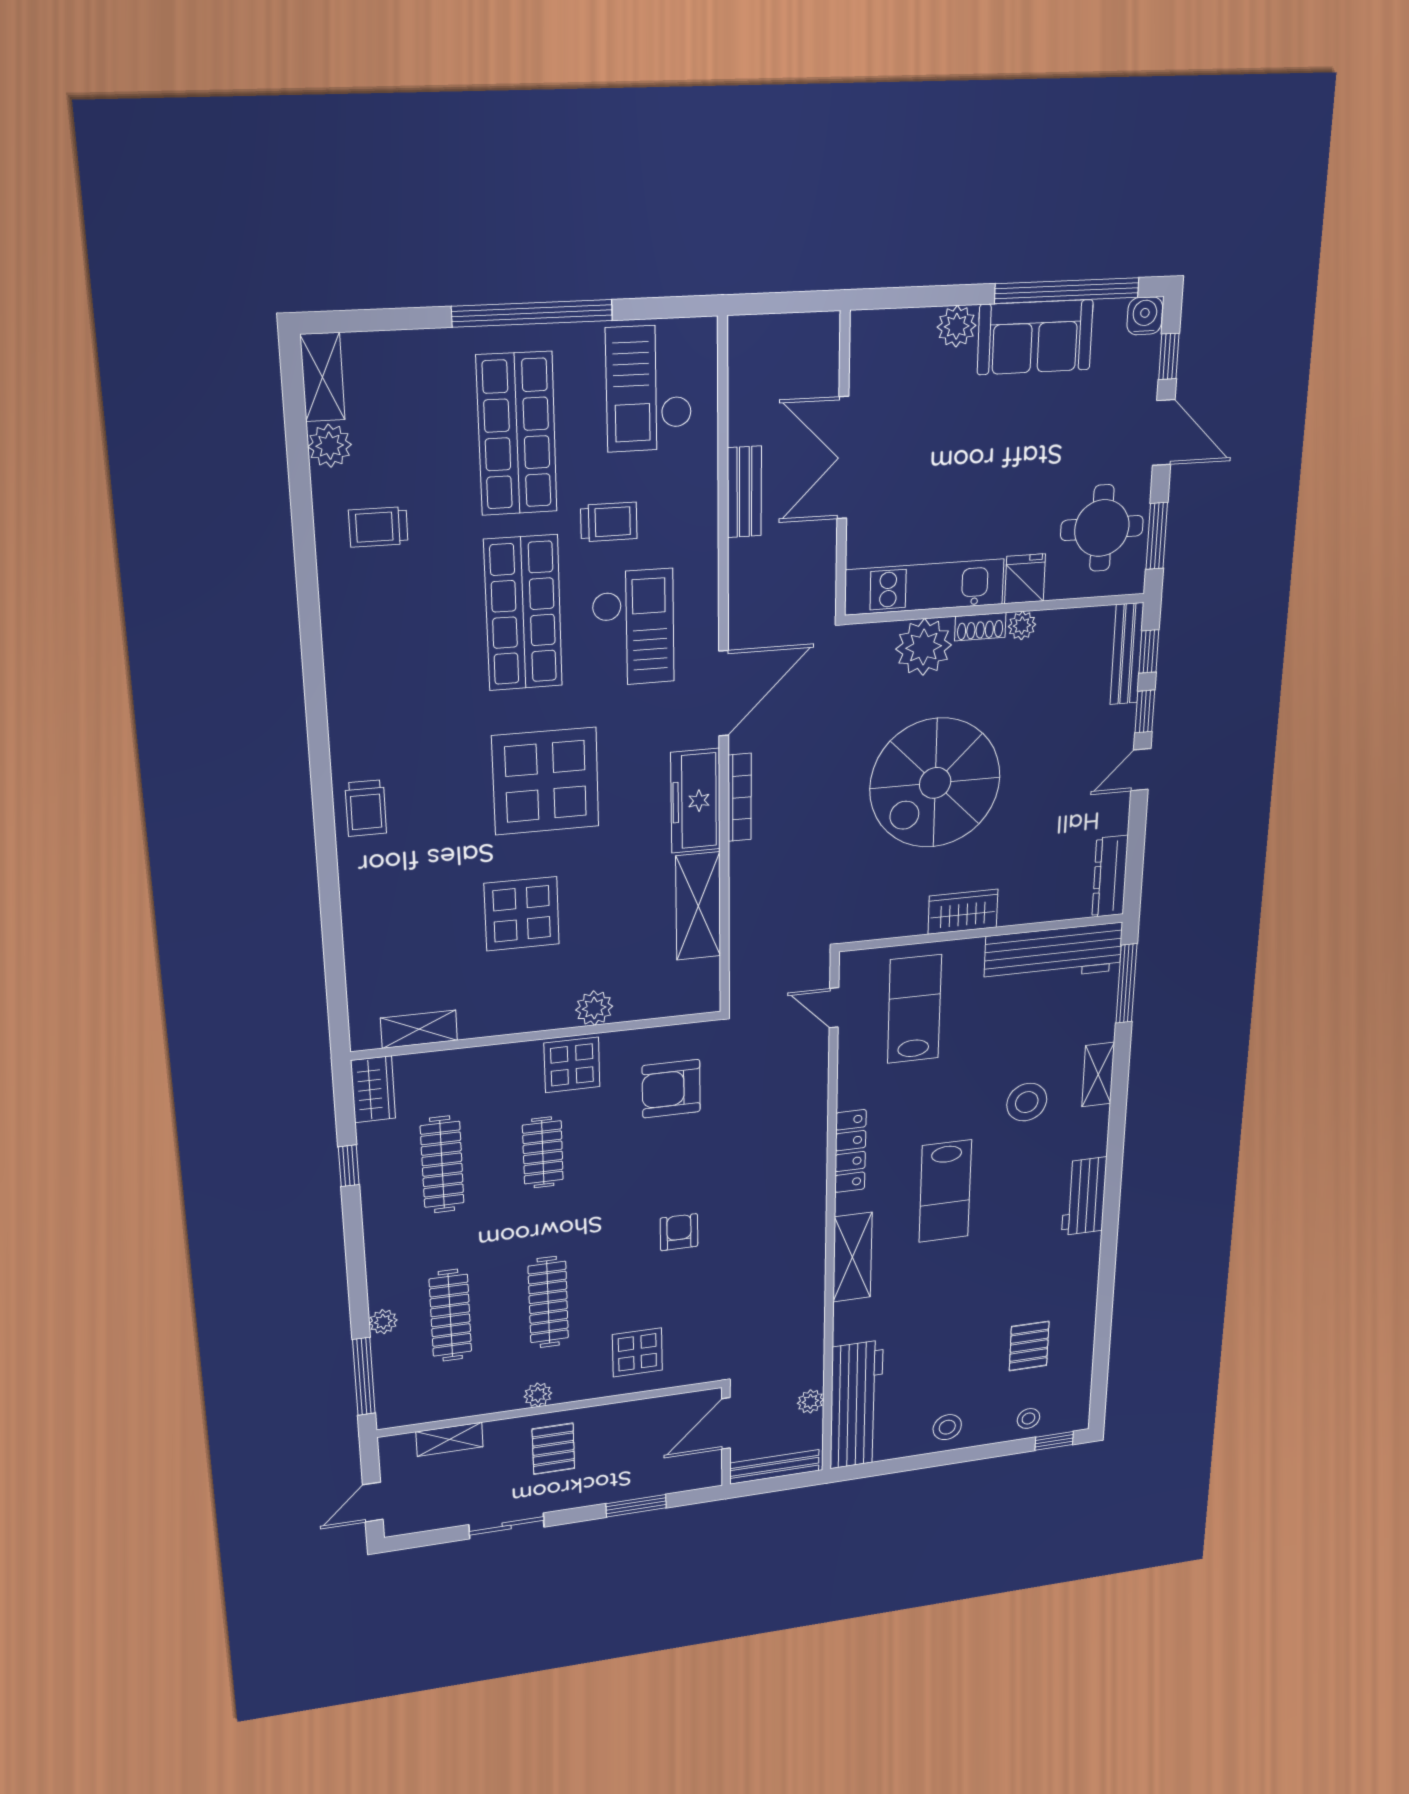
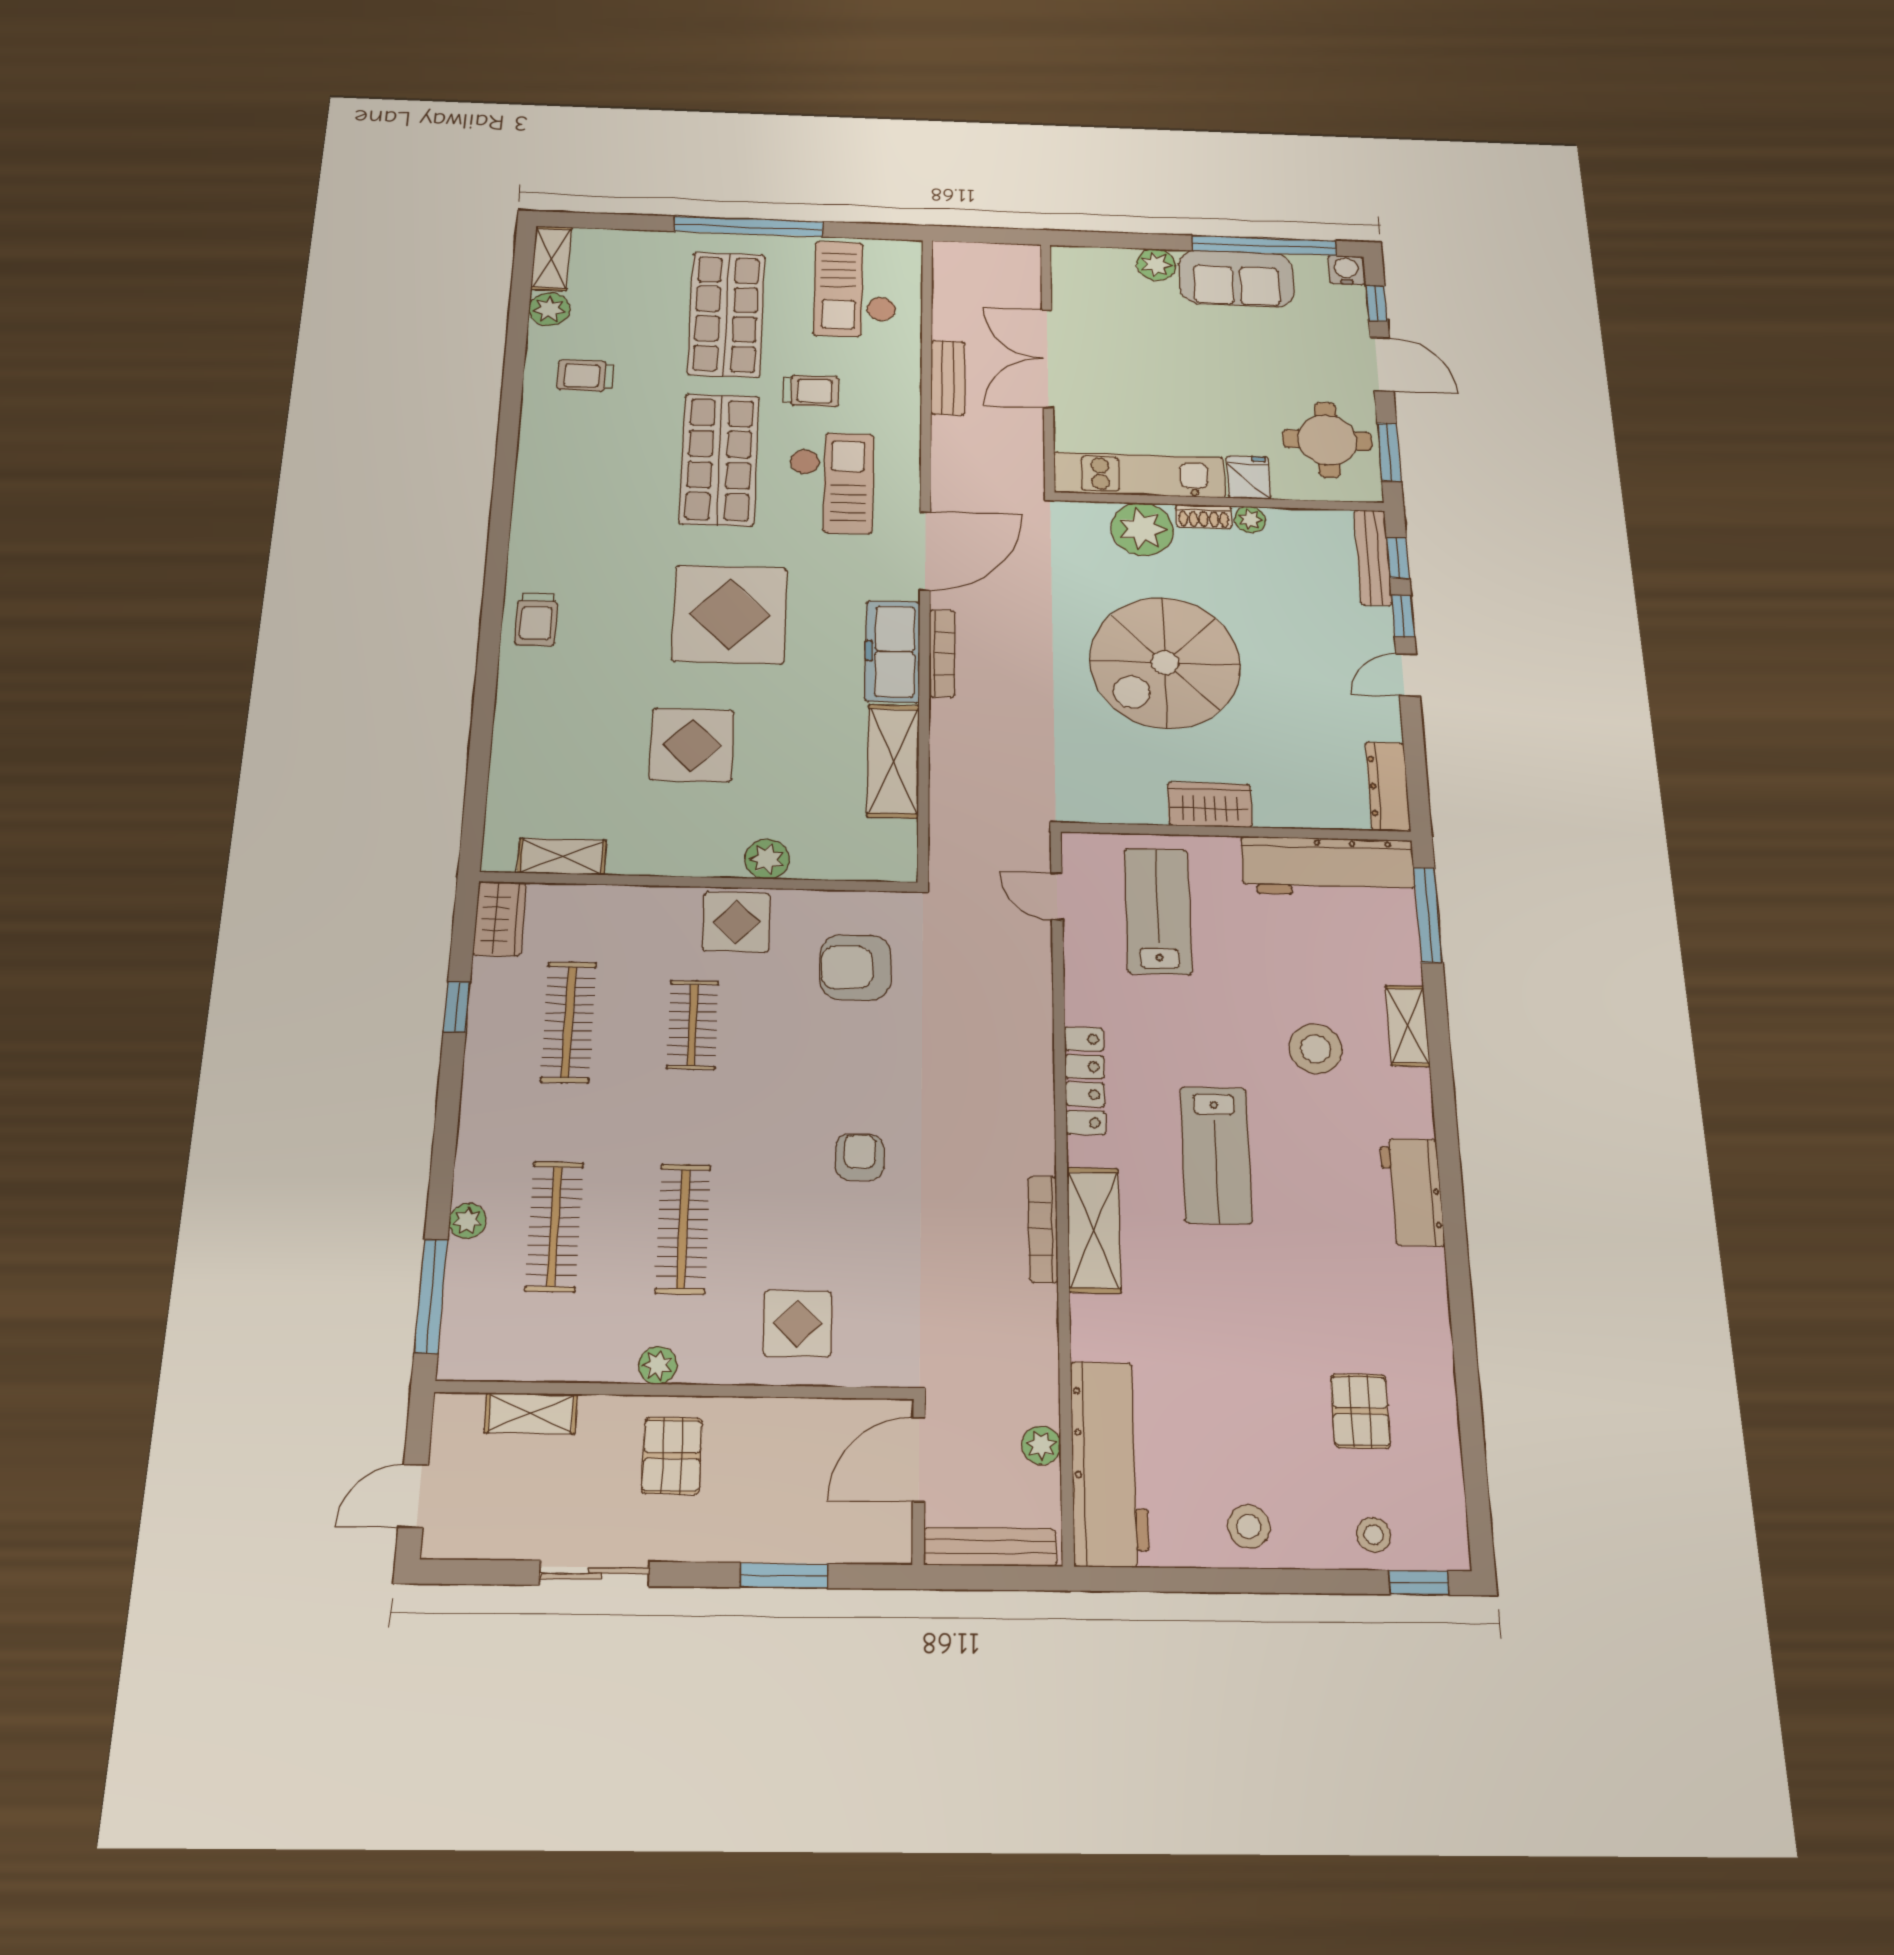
bookcase: (816, 1262) -> (1043, 1229), added

